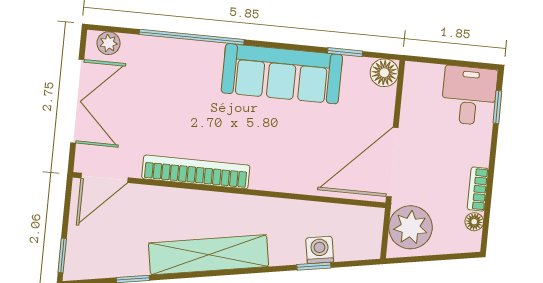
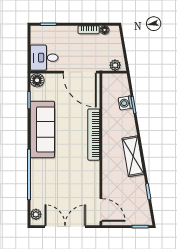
desk: (469, 96) -> (44, 58), moved
bookcase: (196, 172) -> (94, 135), moved
plant: (410, 227) -> (115, 65), width x0.53, depth x0.53
shelving: (208, 255) -> (133, 156), width x0.68

